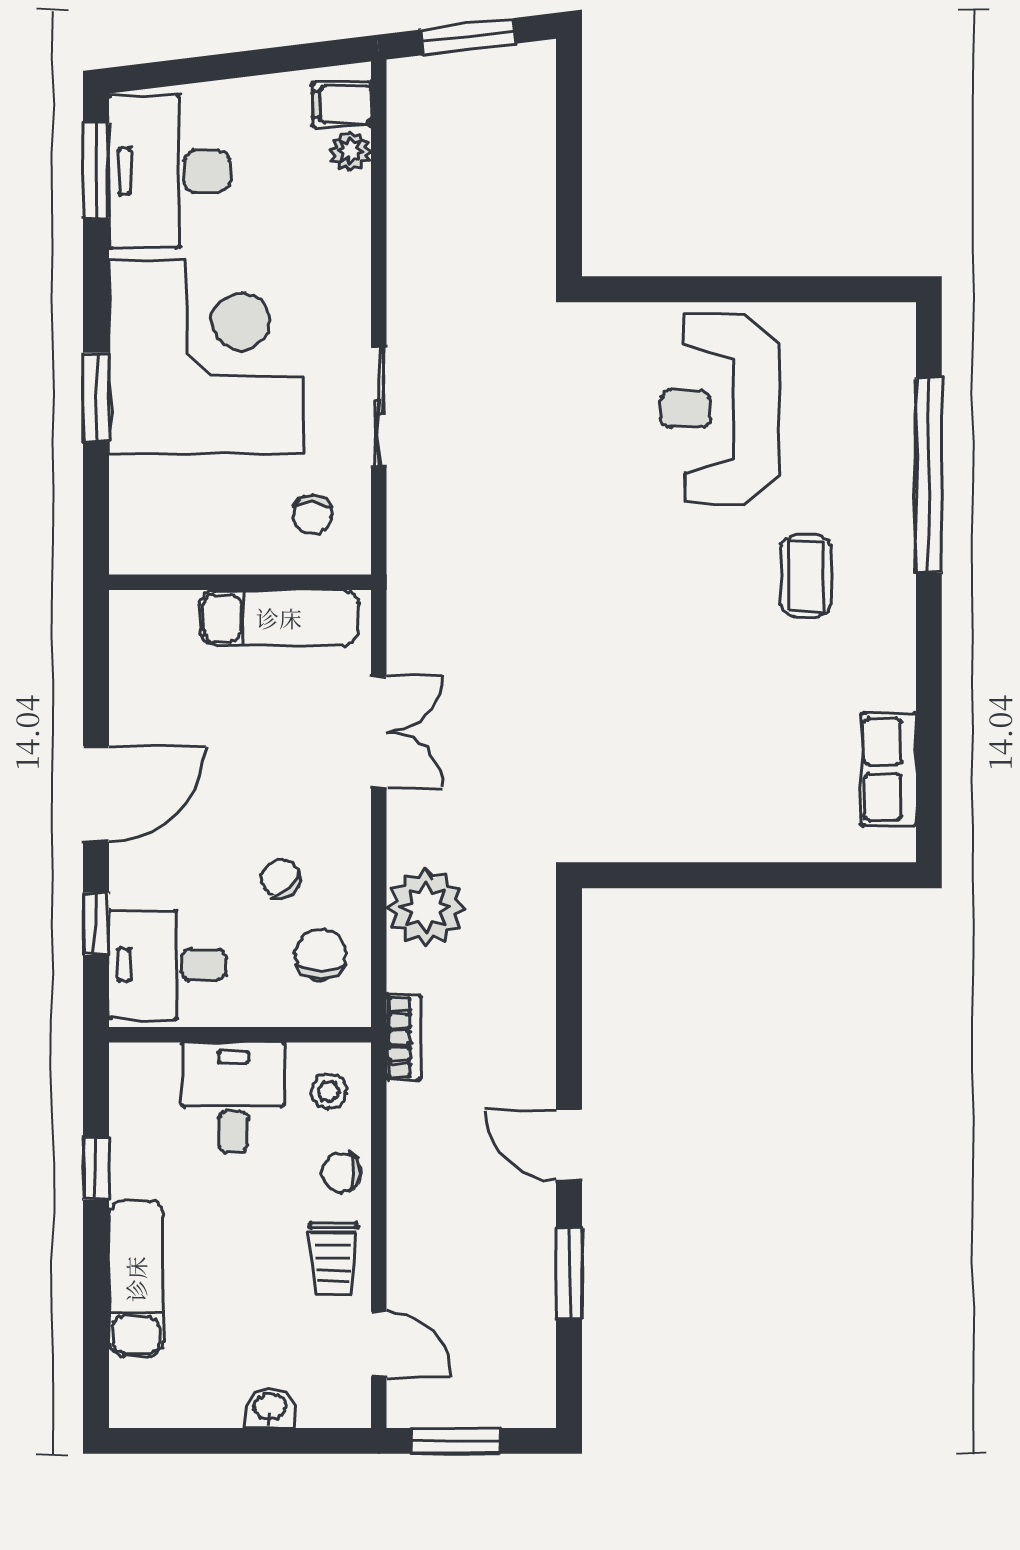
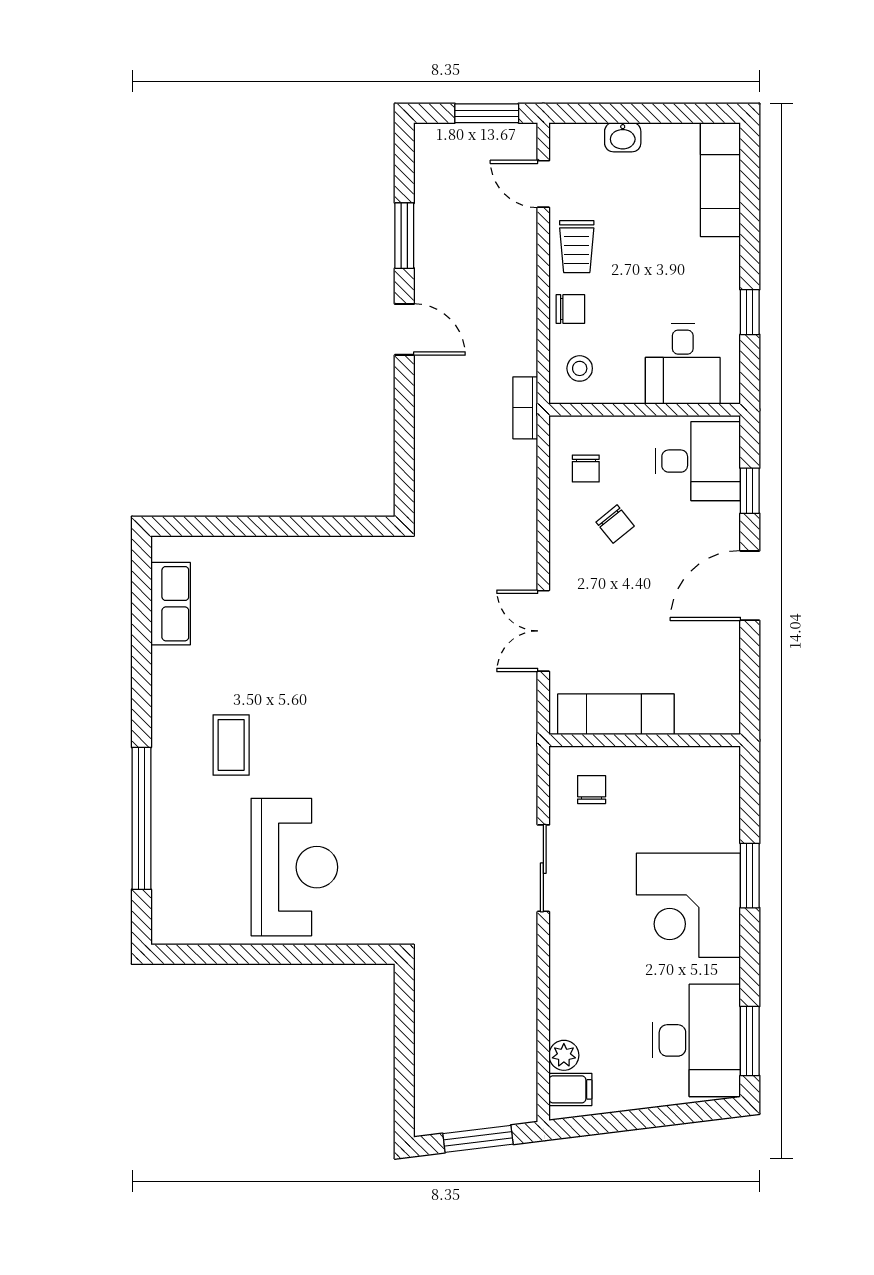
corner desk: (206, 356) -> (688, 905), width x0.74, depth x0.74
plant: (426, 908) -> (509, 503), removed
chair: (321, 954) -> (586, 469), width x0.73, depth x0.73
desk: (233, 1098) -> (683, 364), moved
trolley: (333, 1258) -> (577, 247), turned 180
exam couch: (136, 1279) -> (720, 180), moved

